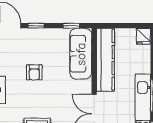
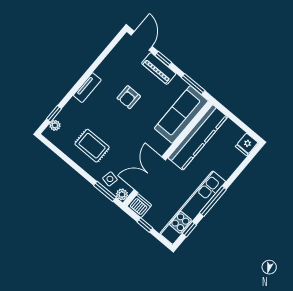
window: (71, 26) -> (193, 84), width x1.50
piano: (38, 35) -> (159, 68), added

